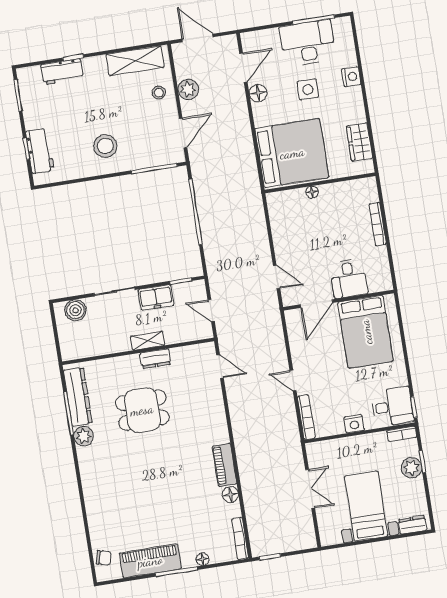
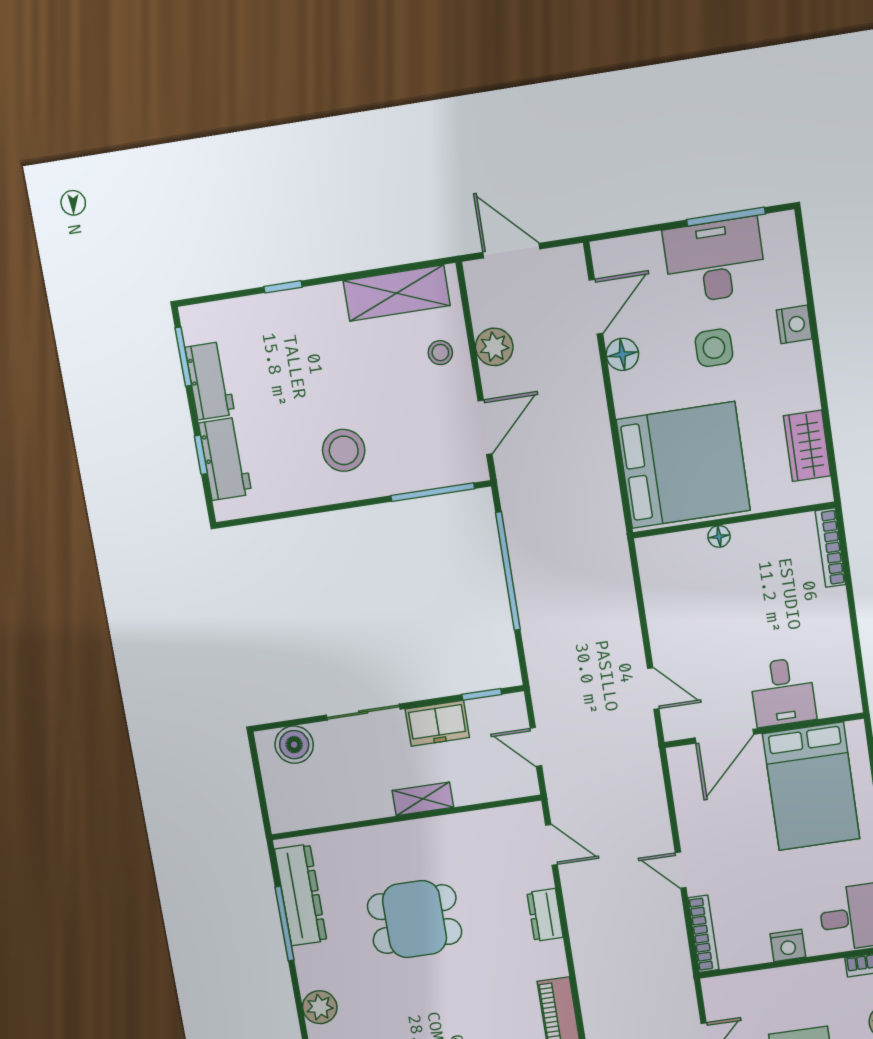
workbench: (62, 72) -> (210, 381), moved, turned -90
bookcase: (378, 224) -> (830, 548), moved
dresser: (155, 359) -> (545, 915), moved, turned 90
plant: (84, 436) -> (320, 1007), moved

